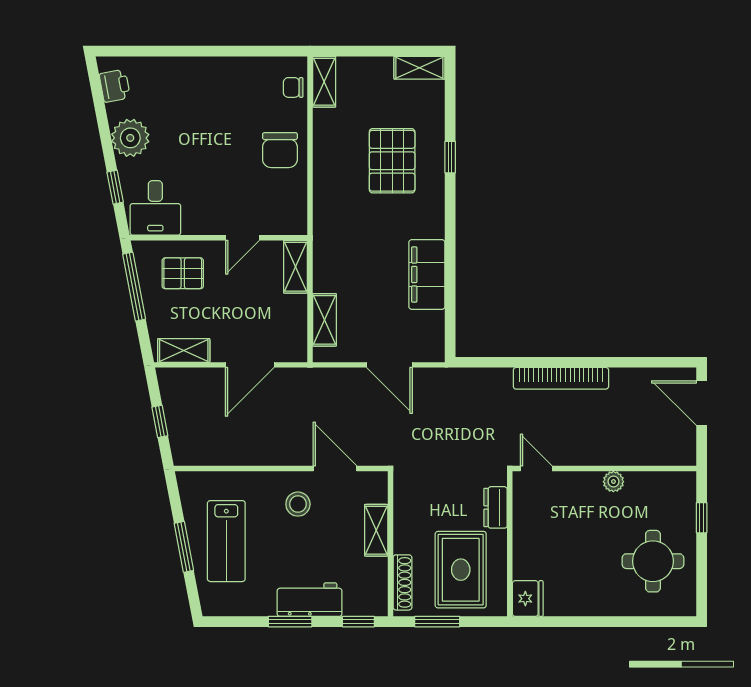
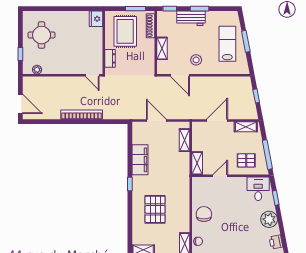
window: (450, 157) -> (130, 184), moved
plant: (613, 482) -> (37, 70), moved

